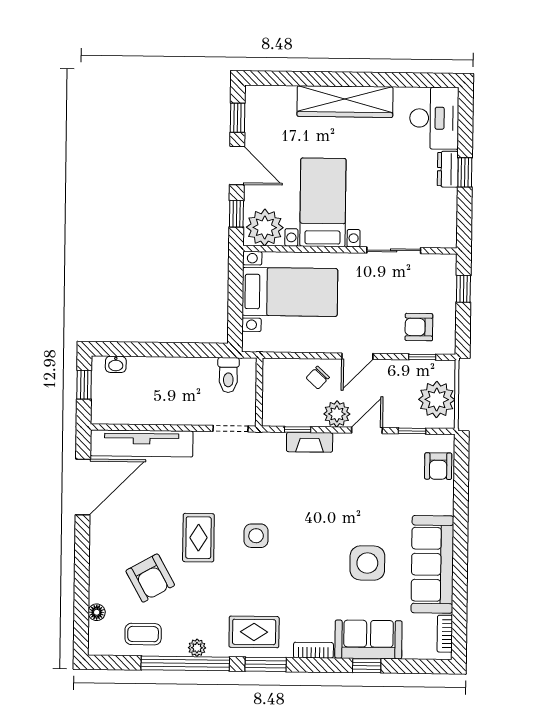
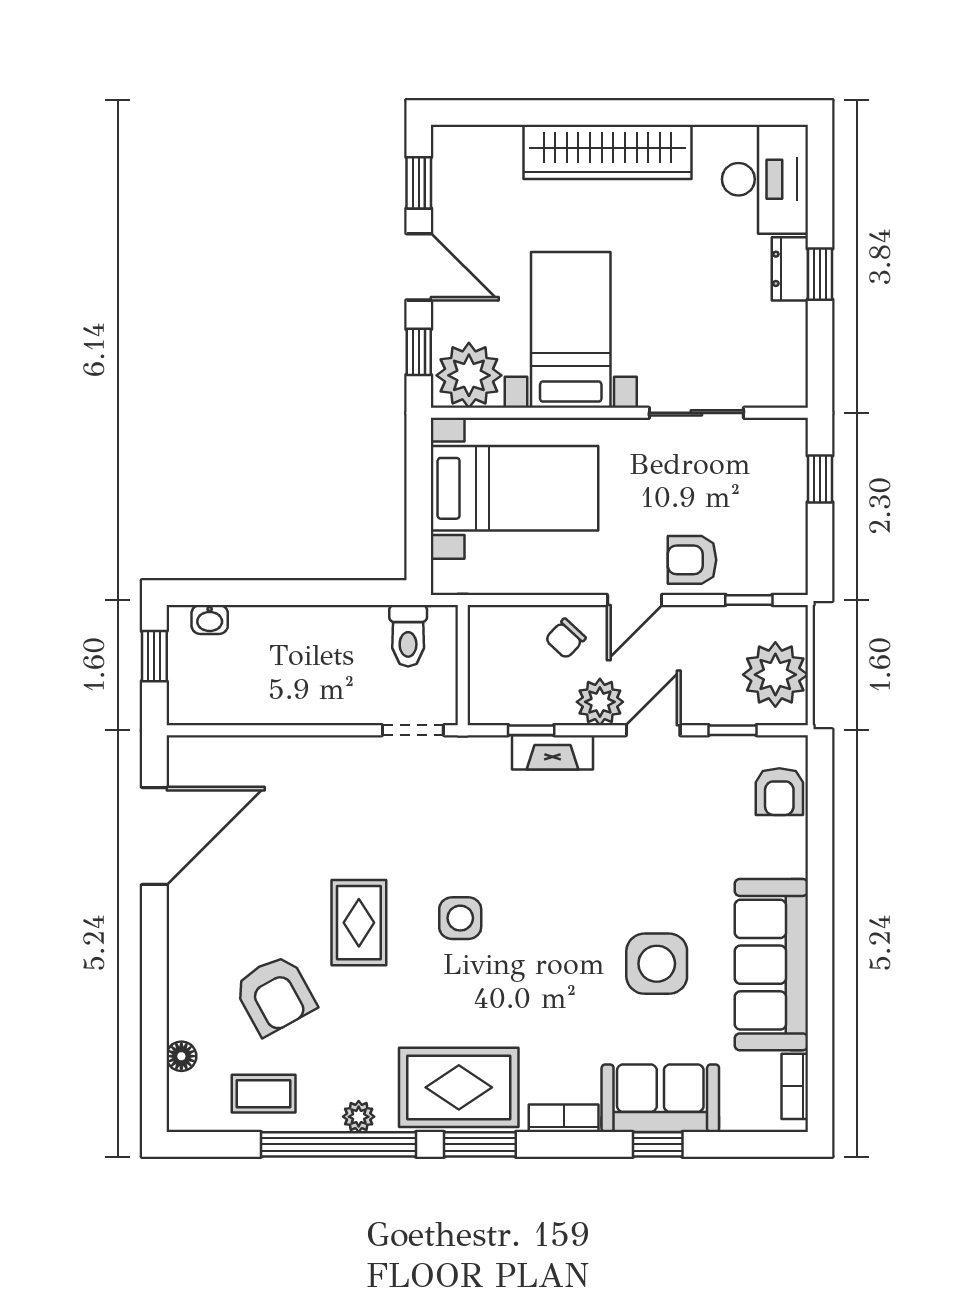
armchair: (419, 327) -> (692, 560), moved
tv unit: (142, 443) -> (257, 758), removed
rug: (254, 632) -> (459, 1087), width x1.36, depth x1.43

